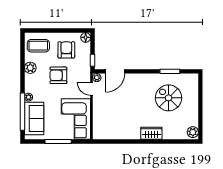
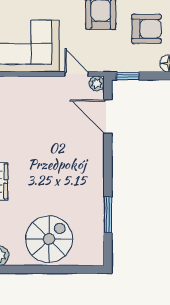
door: (92, 89) -> (77, 74), hinge flipped
spiral stairs: (169, 98) -> (49, 239), moved

